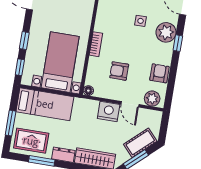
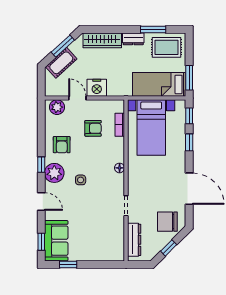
bookcase: (96, 44) -> (120, 125), moved
armchair: (159, 73) -> (62, 145), moved
floor lamp: (88, 91) -> (120, 168), moved
window: (11, 123) -> (189, 78), moved

